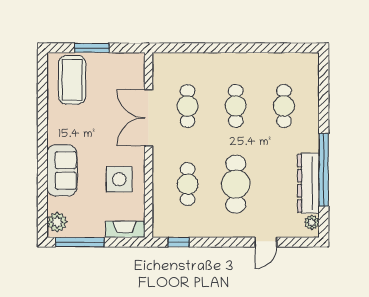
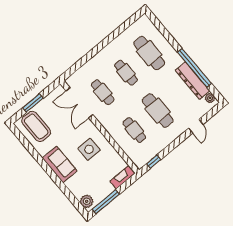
cafe table: (284, 106) -> (149, 53), width x1.37, depth x1.35
double door: (149, 118) -> (79, 103), moved
sofa: (62, 170) -> (60, 164), moved
side table: (119, 179) -> (89, 149), moved

